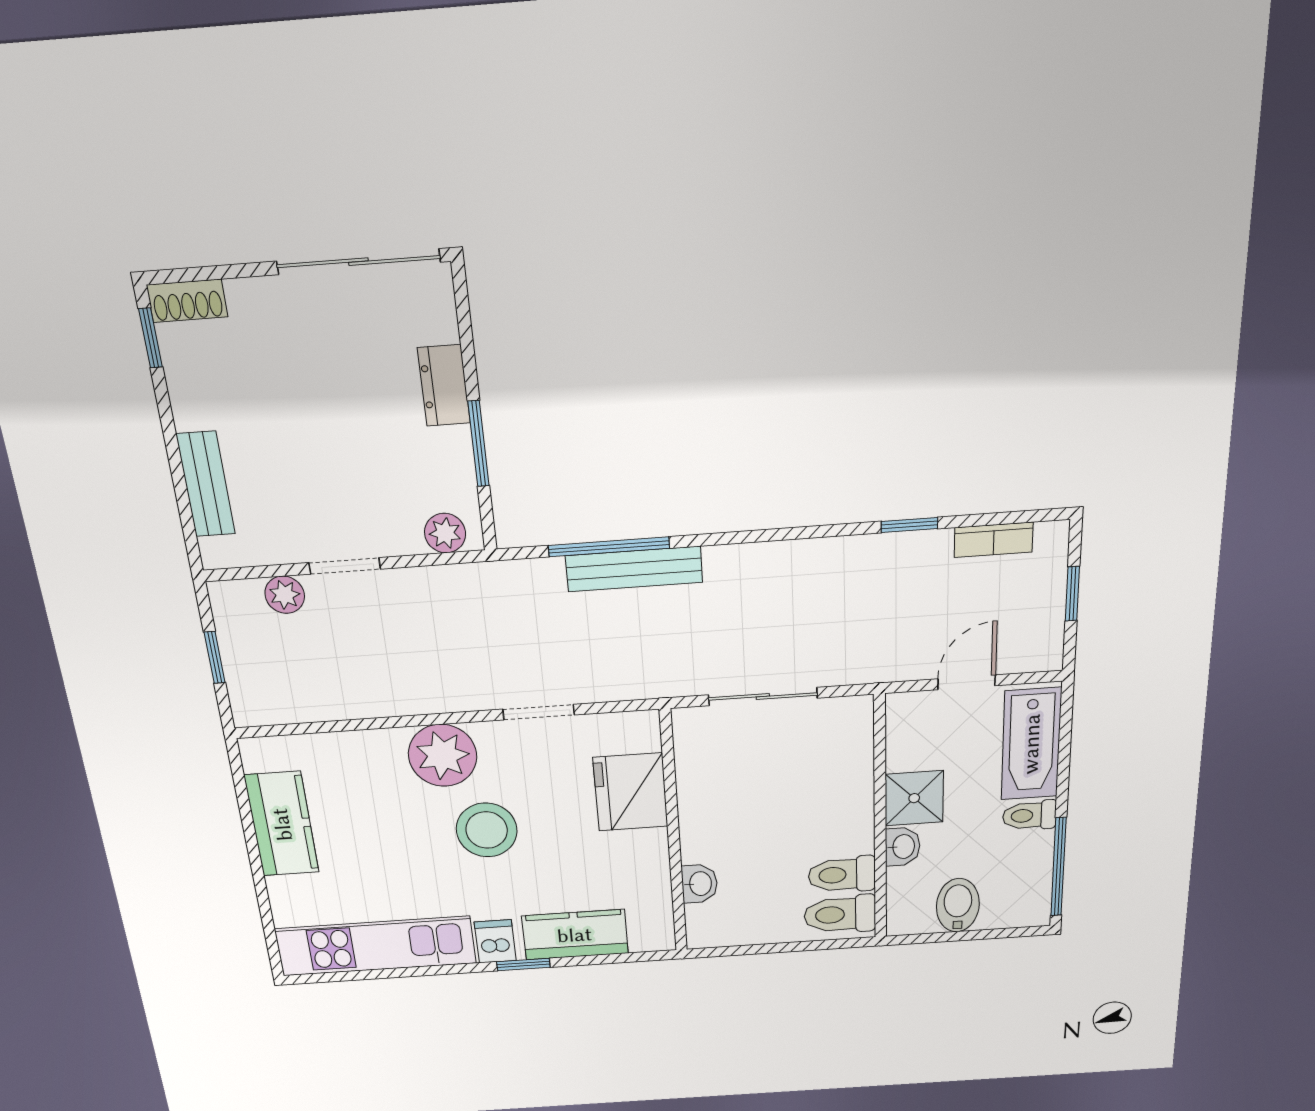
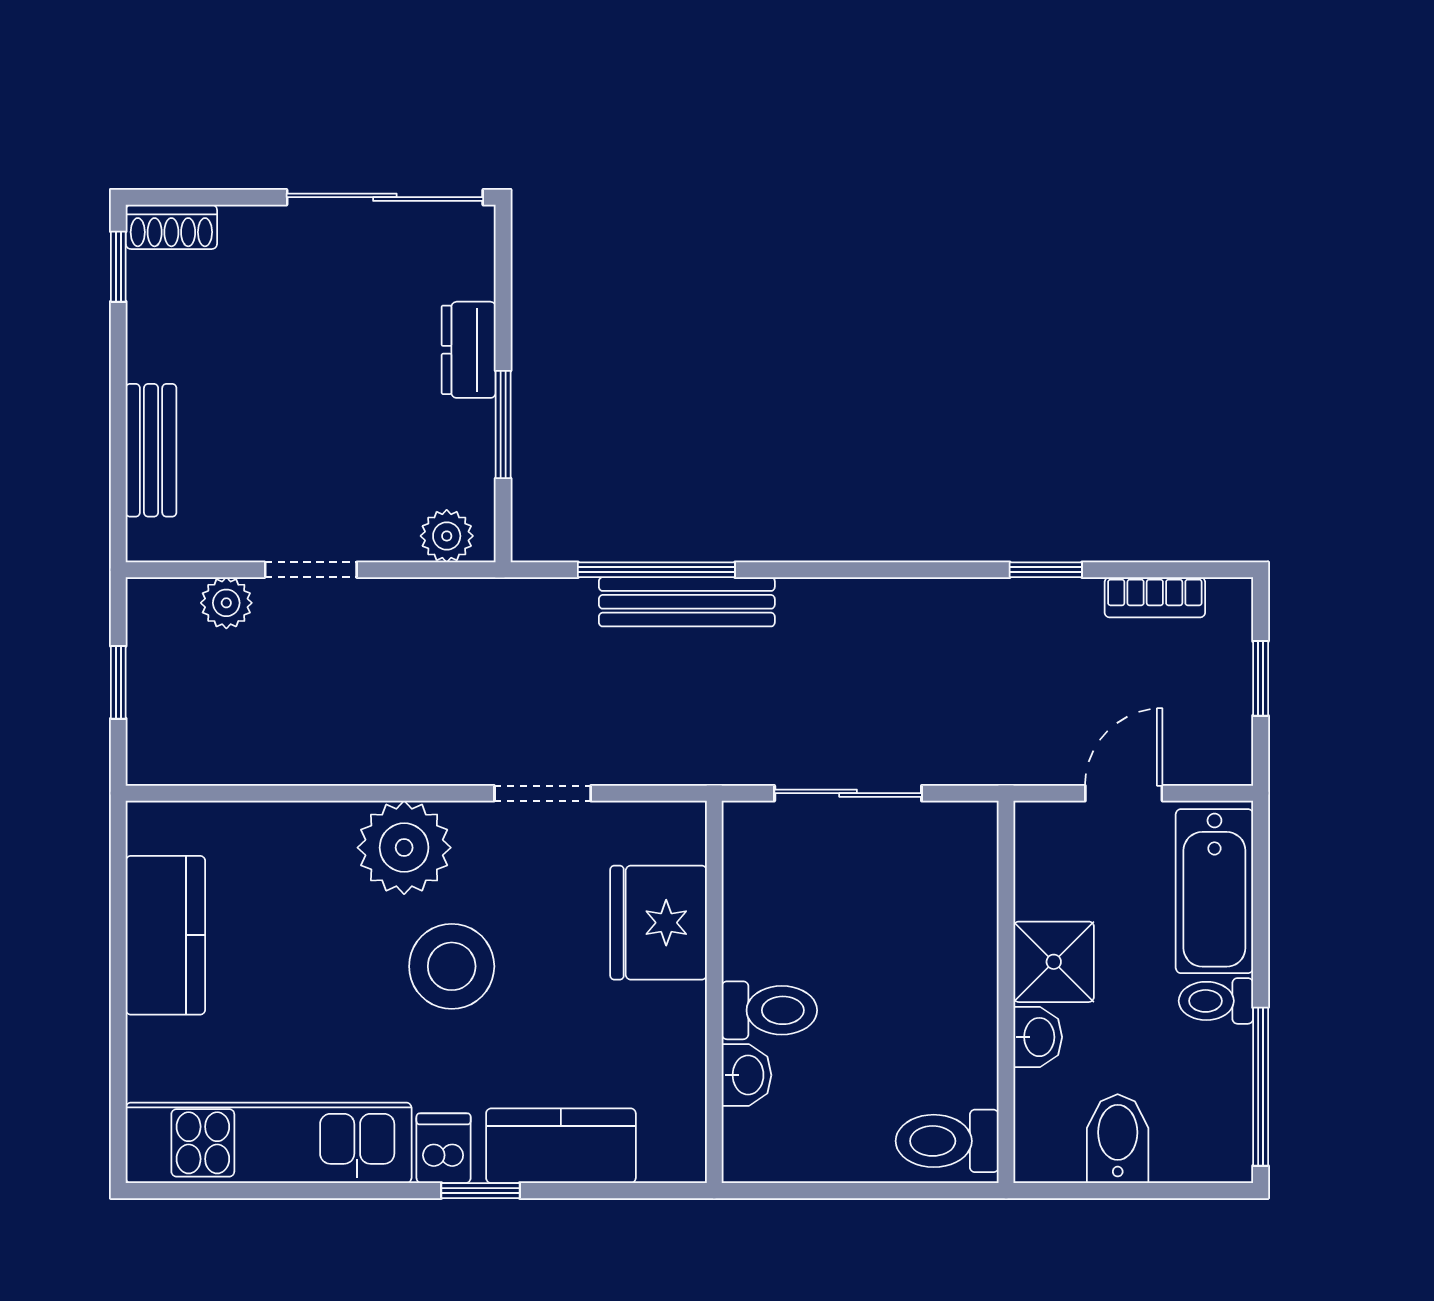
toilet: (842, 875) -> (769, 1010), moved, turned 180

